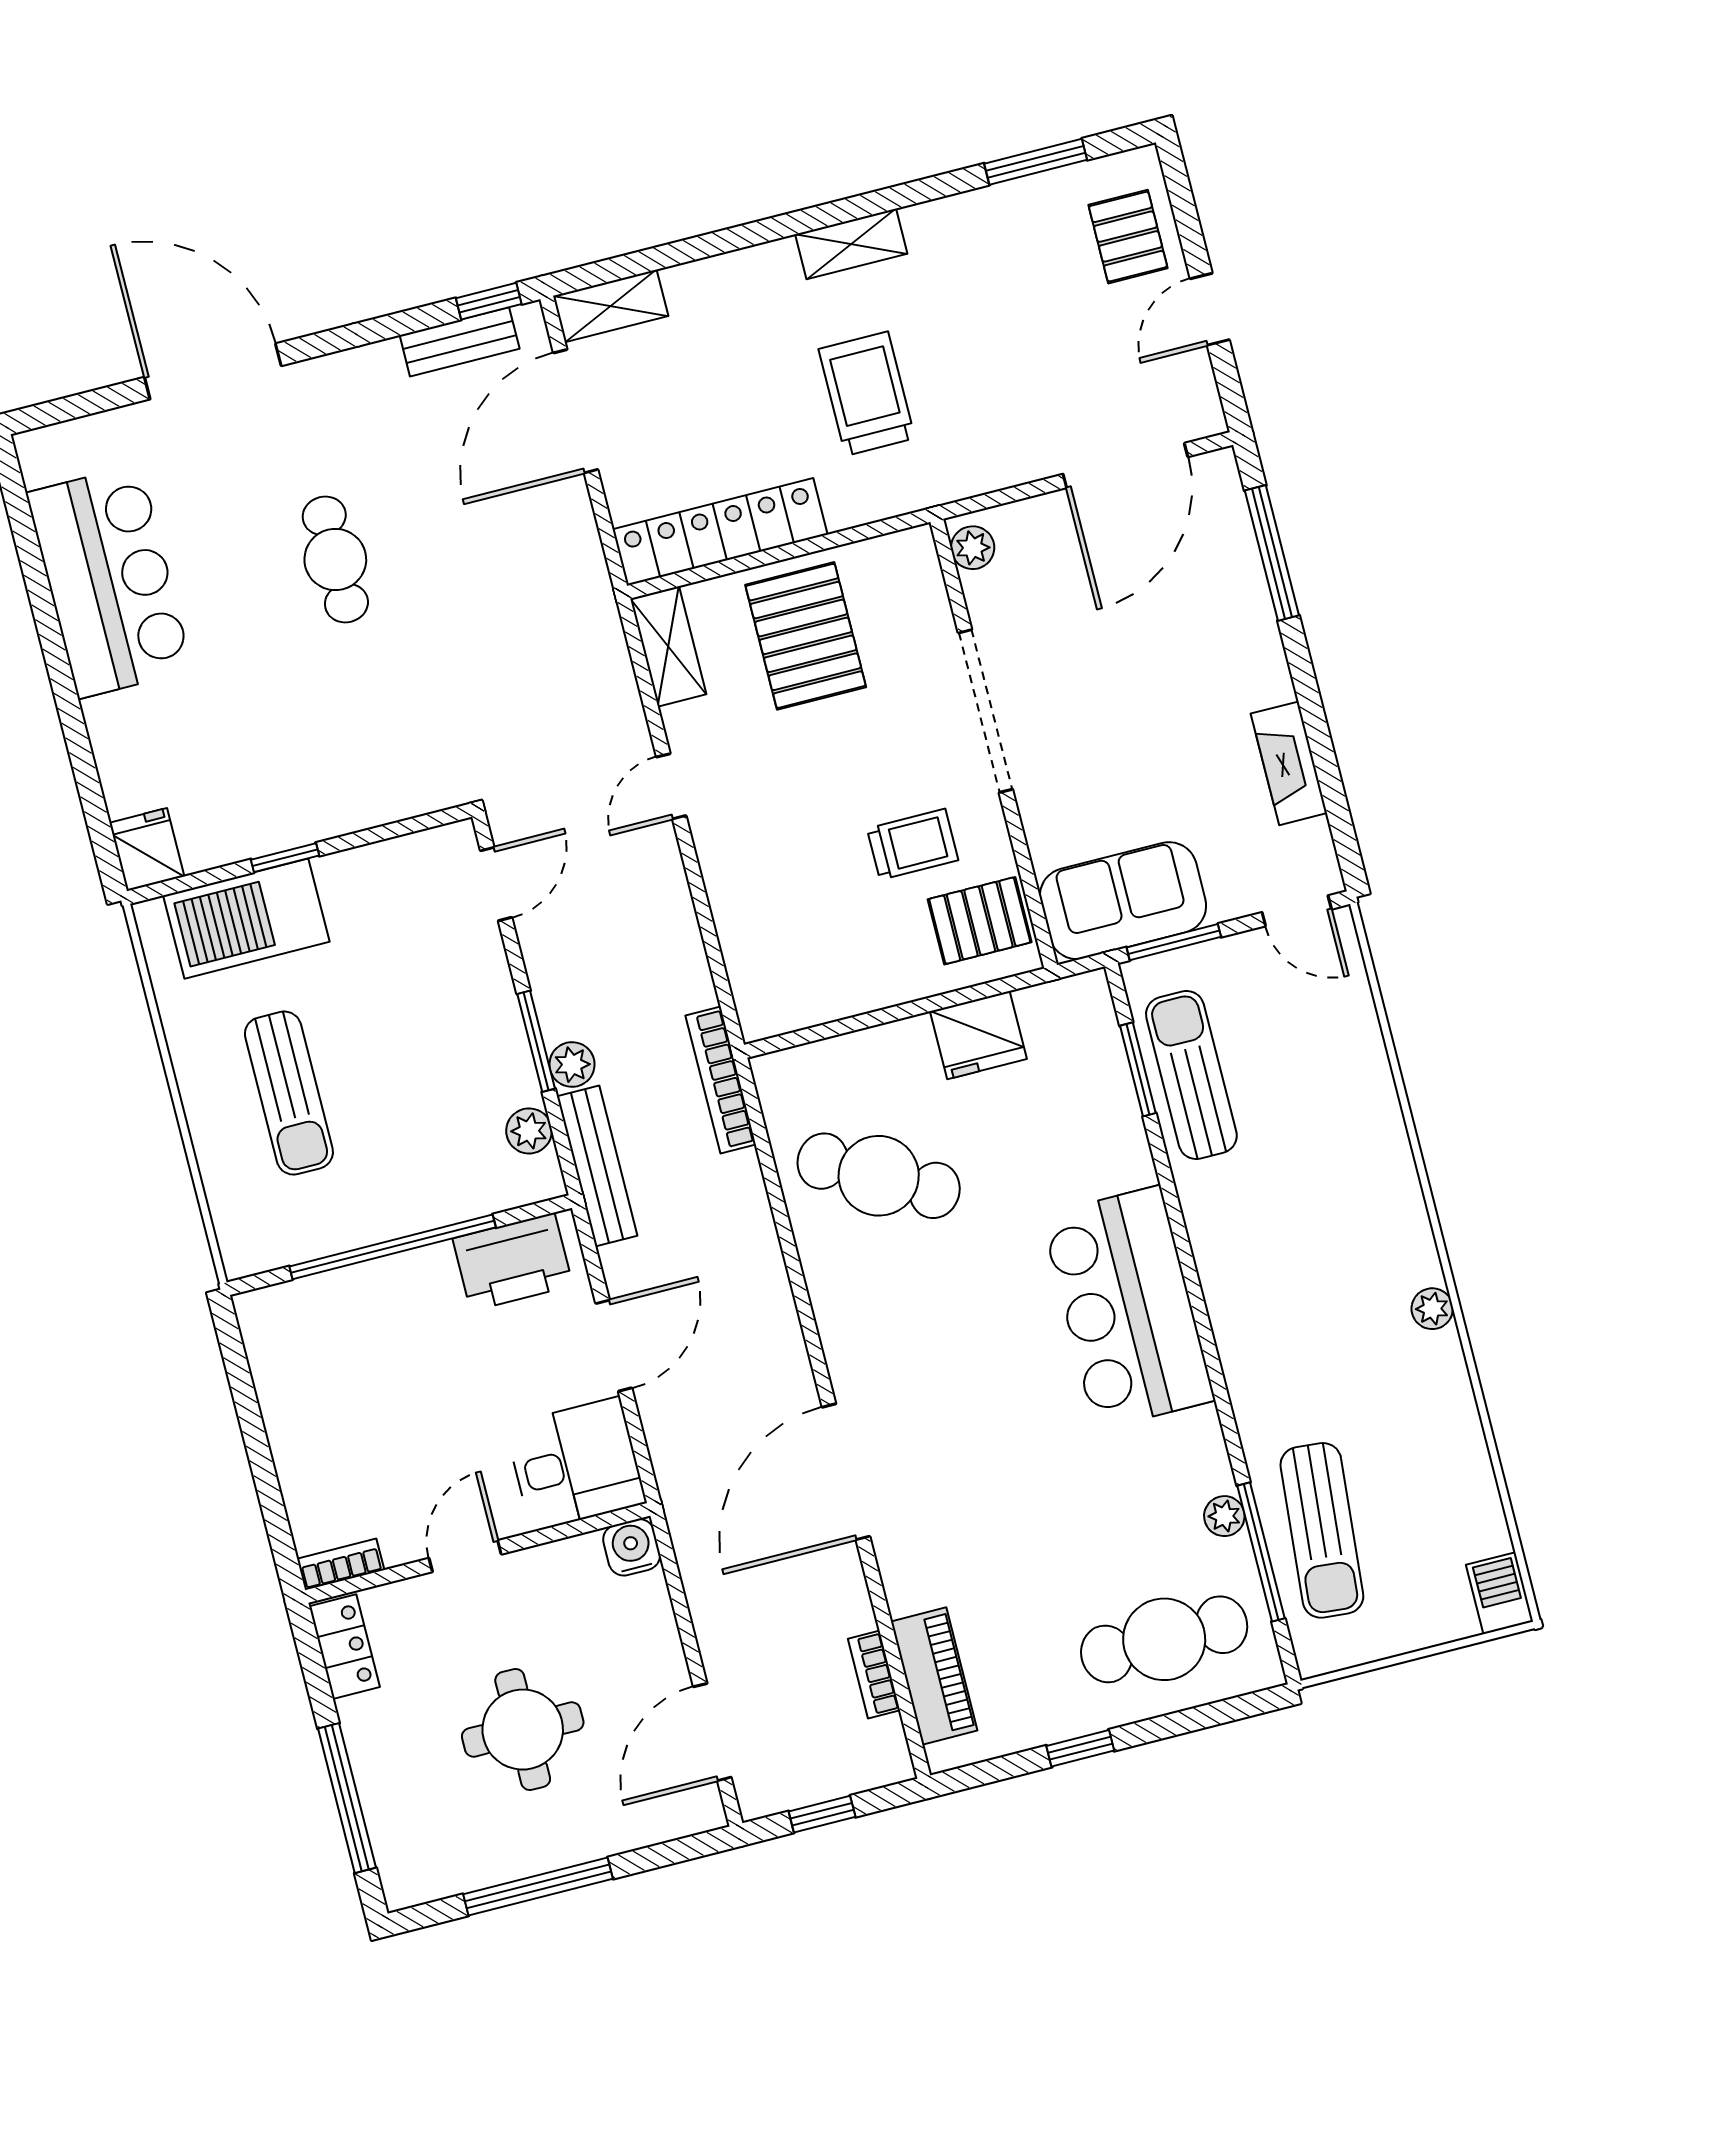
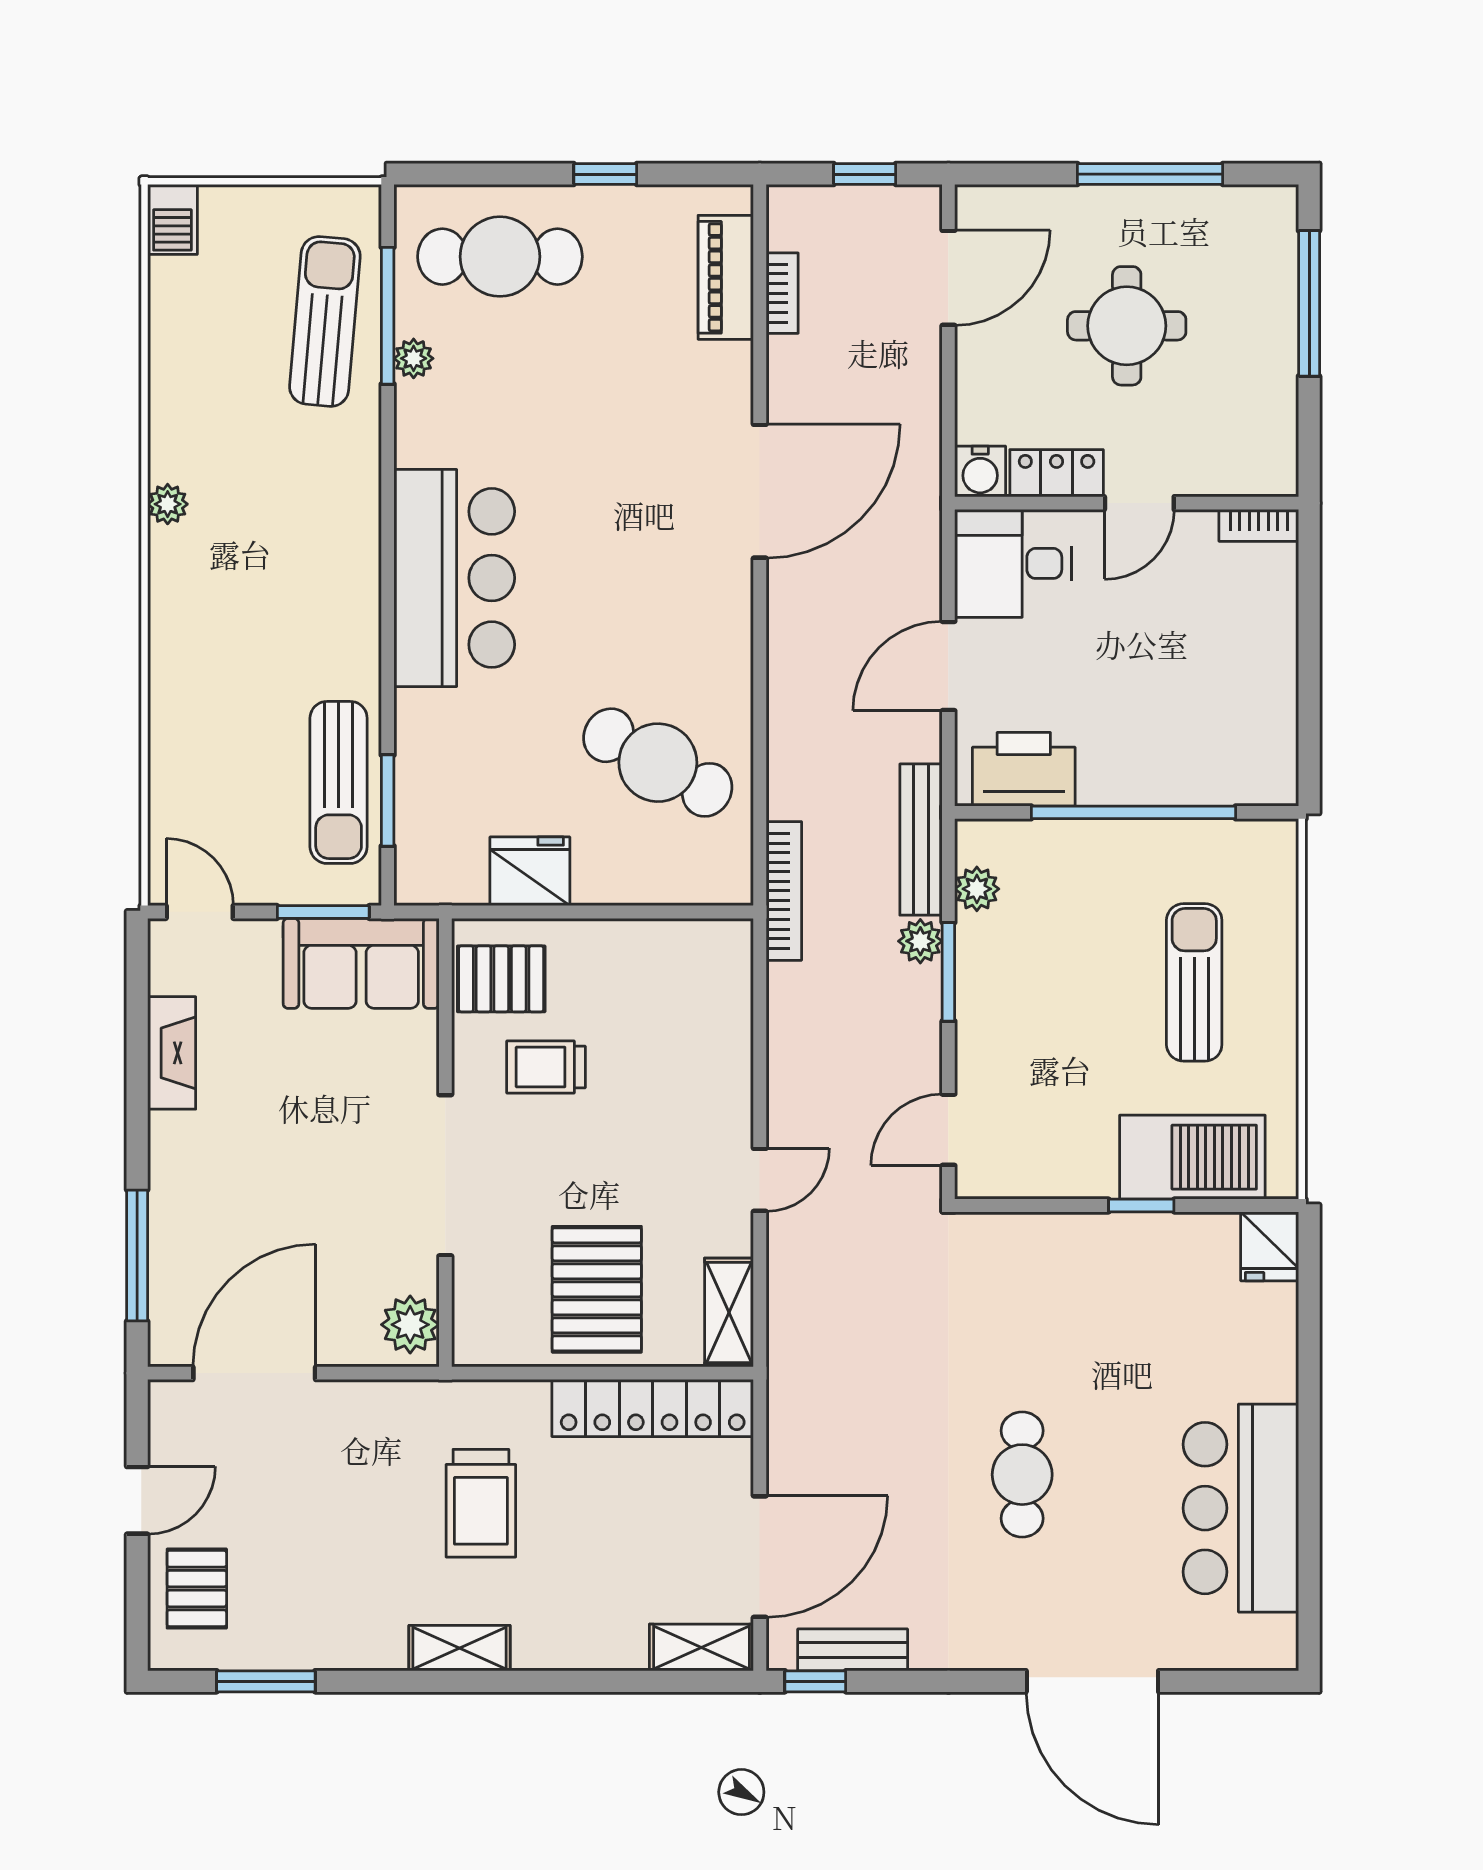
plant: (973, 548) -> (410, 1325), width x1.38, depth x1.38
locker: (344, 1647) -> (1057, 473), moved, turned 90

